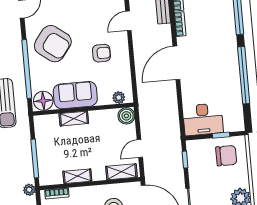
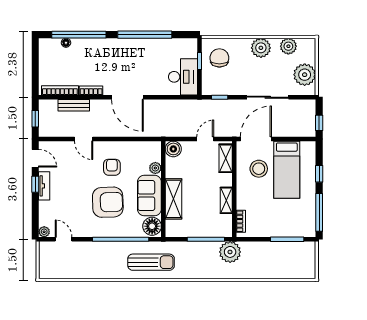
armchair: (53, 44) -> (108, 202), moved, turned 51
plant: (119, 97) -> (155, 168), moved
shelving: (74, 119) -> (173, 199), width x1.50, depth x1.33
door: (140, 148) -> (205, 139), swing flipped
plant: (29, 190) -> (230, 252), width x1.87, depth x1.87

